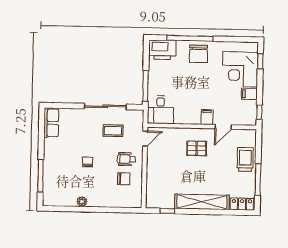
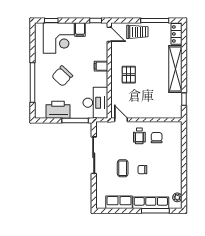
printer: (162, 50) -> (58, 110), moved, turned -90
chair: (198, 54) -> (62, 76), moved, turned 133
desk: (160, 110) -> (95, 103), width x1.37
row of seats: (51, 123) -> (119, 202), moved
door: (223, 127) -> (109, 34), moved
coffee table: (113, 131) -> (123, 168), moved
trolley: (245, 159) -> (137, 32), turned 180
row of seats: (50, 171) -> (151, 203), added
plant: (82, 202) -> (177, 197), moved

